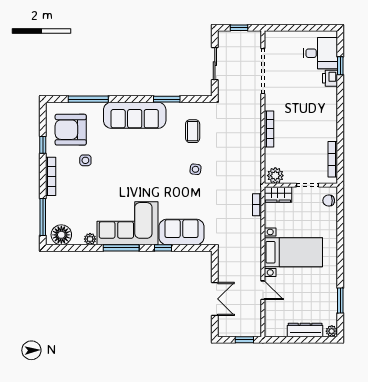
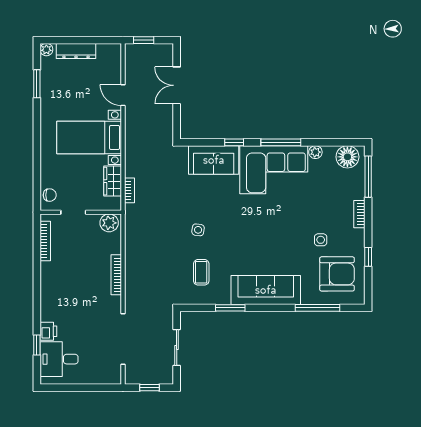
bookcase: (51, 176) -> (359, 214), width x0.64
wardrobe: (278, 194) -> (113, 181), moved, turned -90

